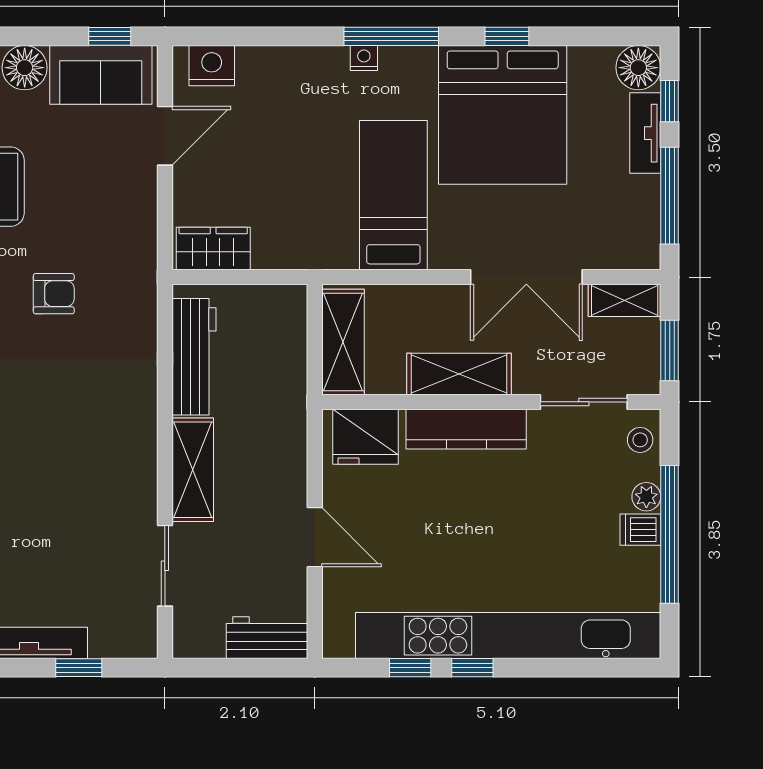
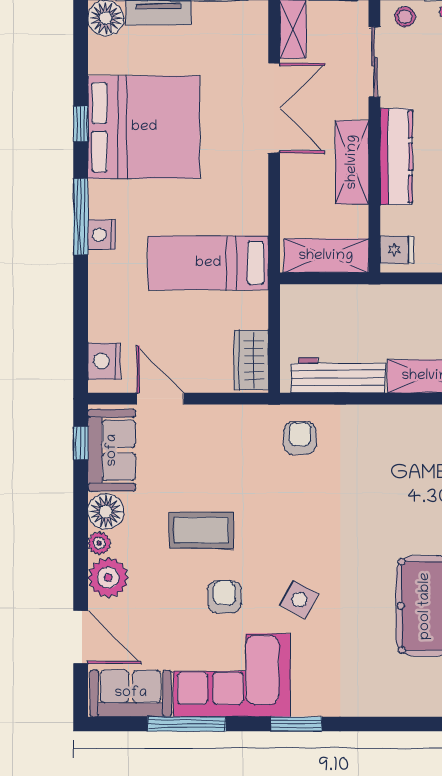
nightstand: (364, 58) -> (102, 235), width x1.39, depth x1.35
bed: (393, 195) -> (208, 263), moved
armchair: (54, 294) -> (300, 438), moved
fridge: (365, 437) -> (397, 250), width x0.53, depth x0.75

